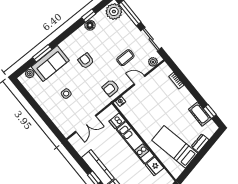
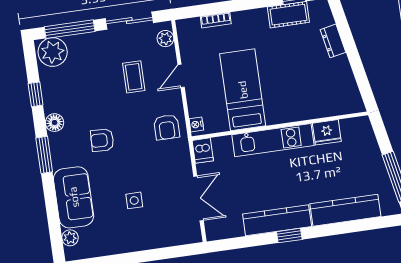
floor lamp: (90, 25) -> (55, 123), moved
window: (42, 53) -> (44, 155), moved
dishwasher: (117, 121) -> (203, 151), moved
bed: (175, 147) -> (243, 90), moved, turned 101

